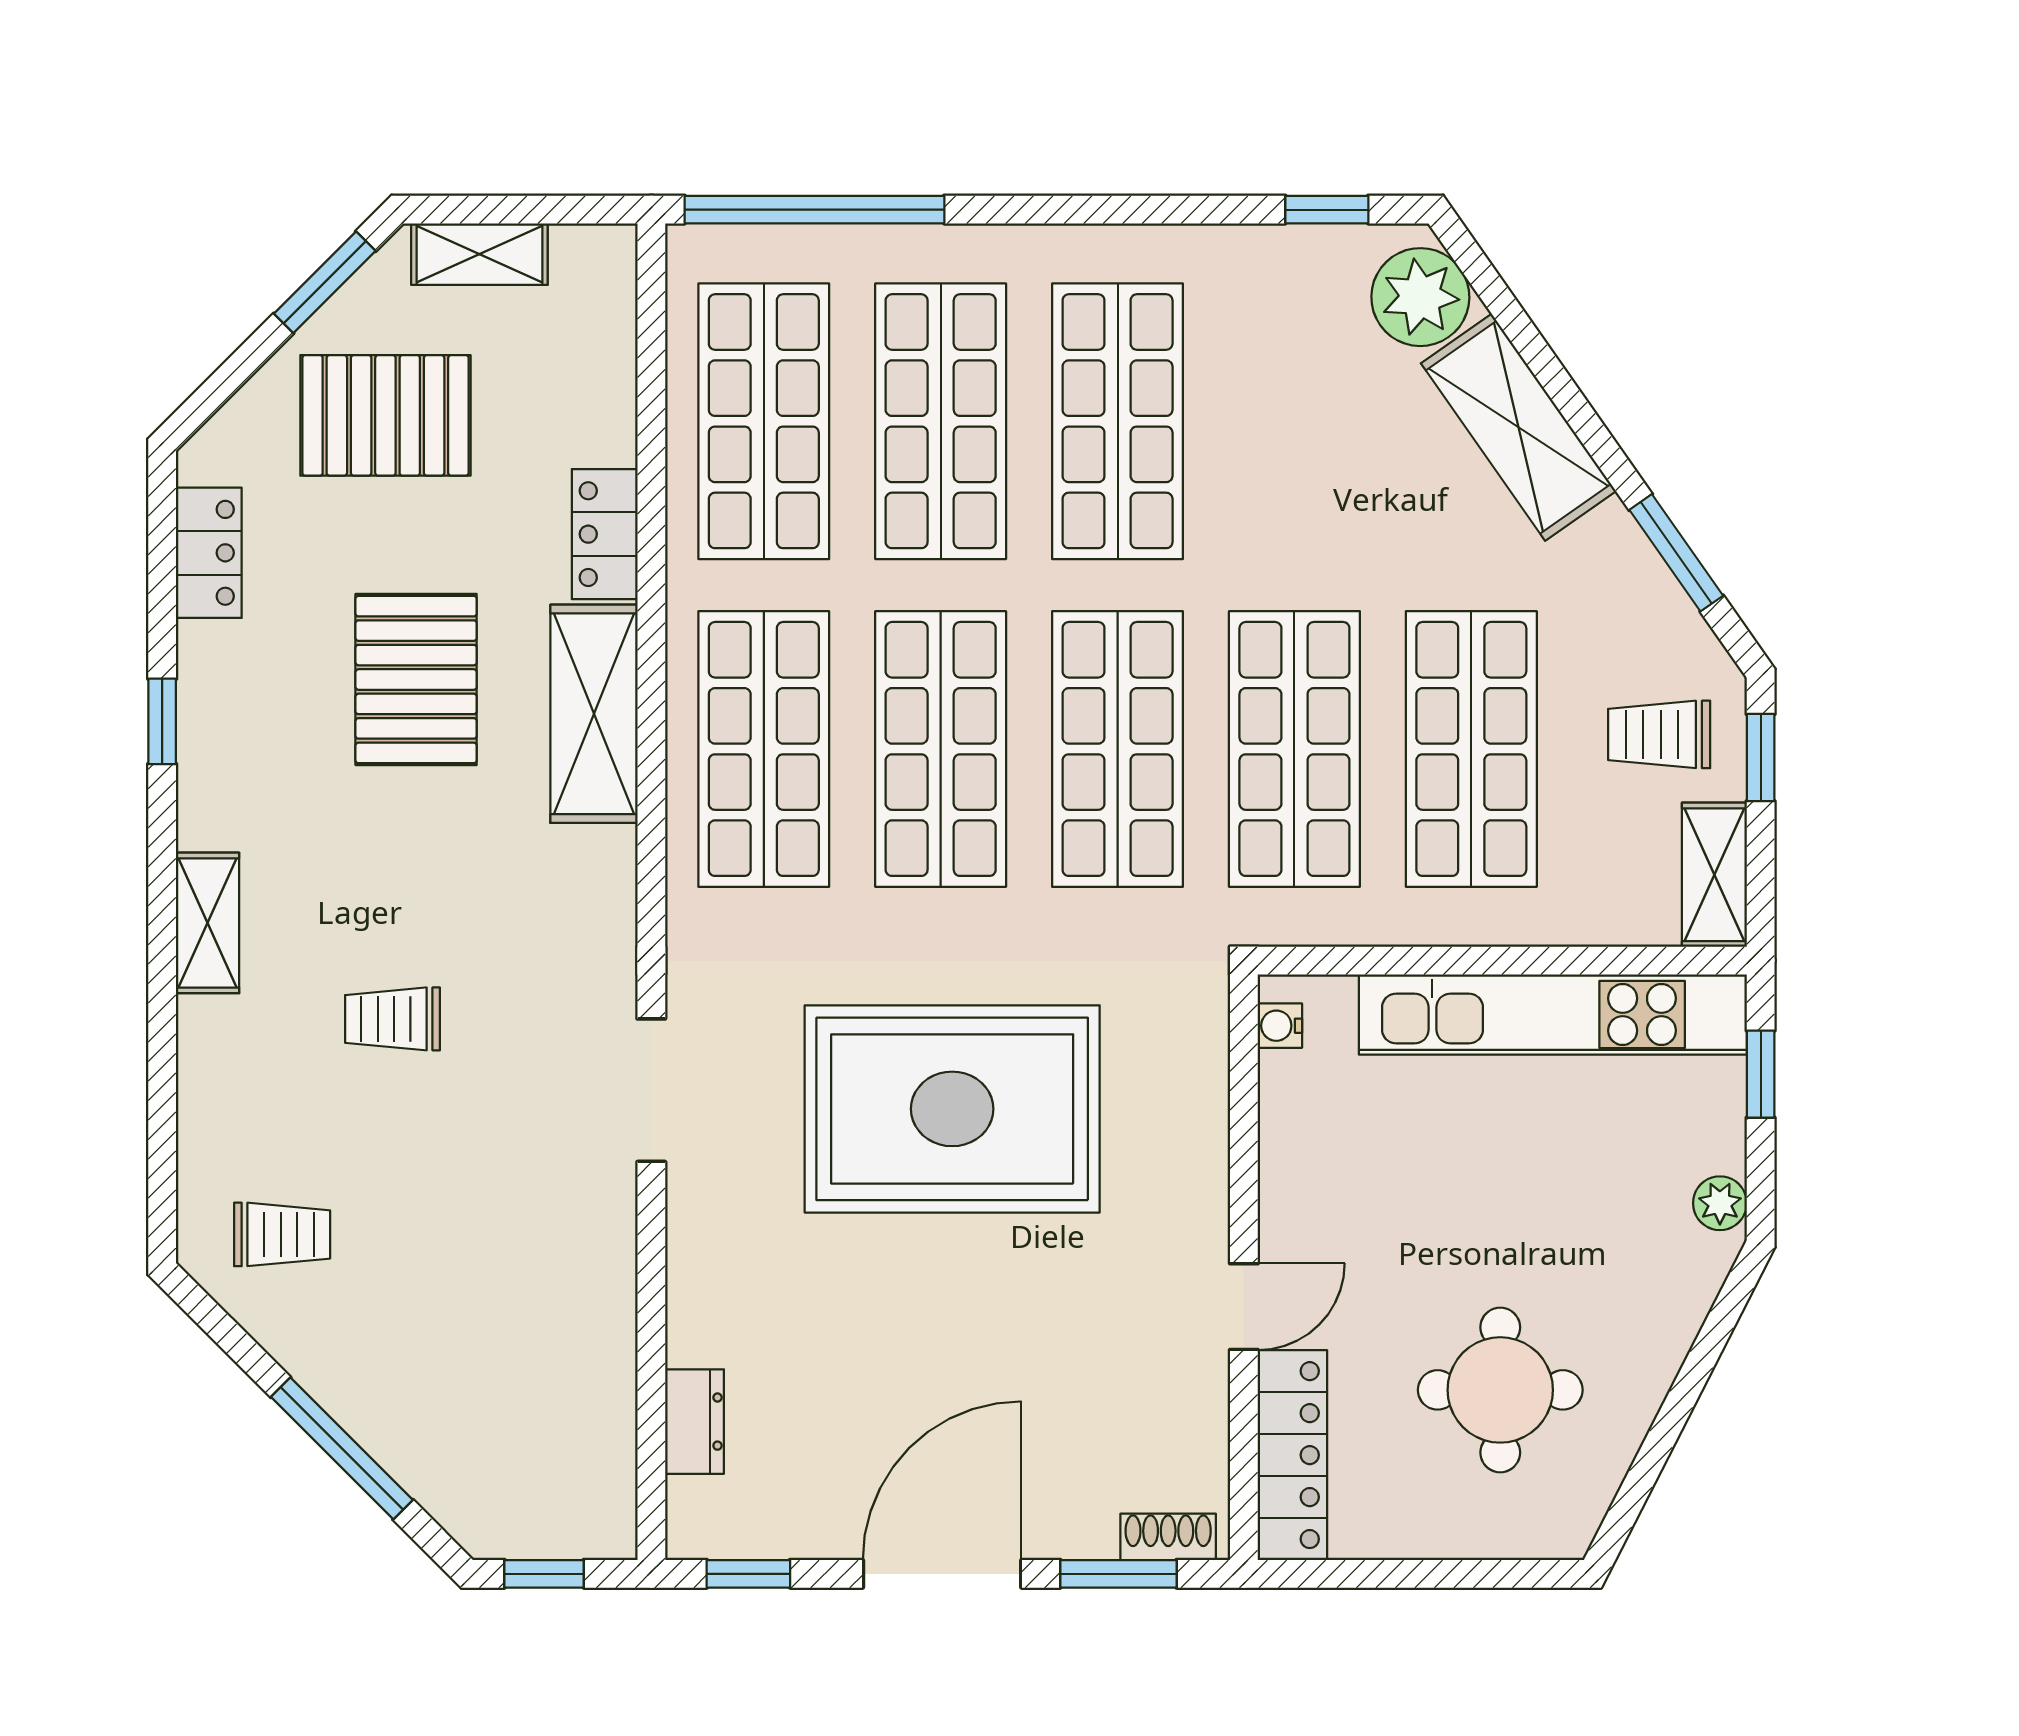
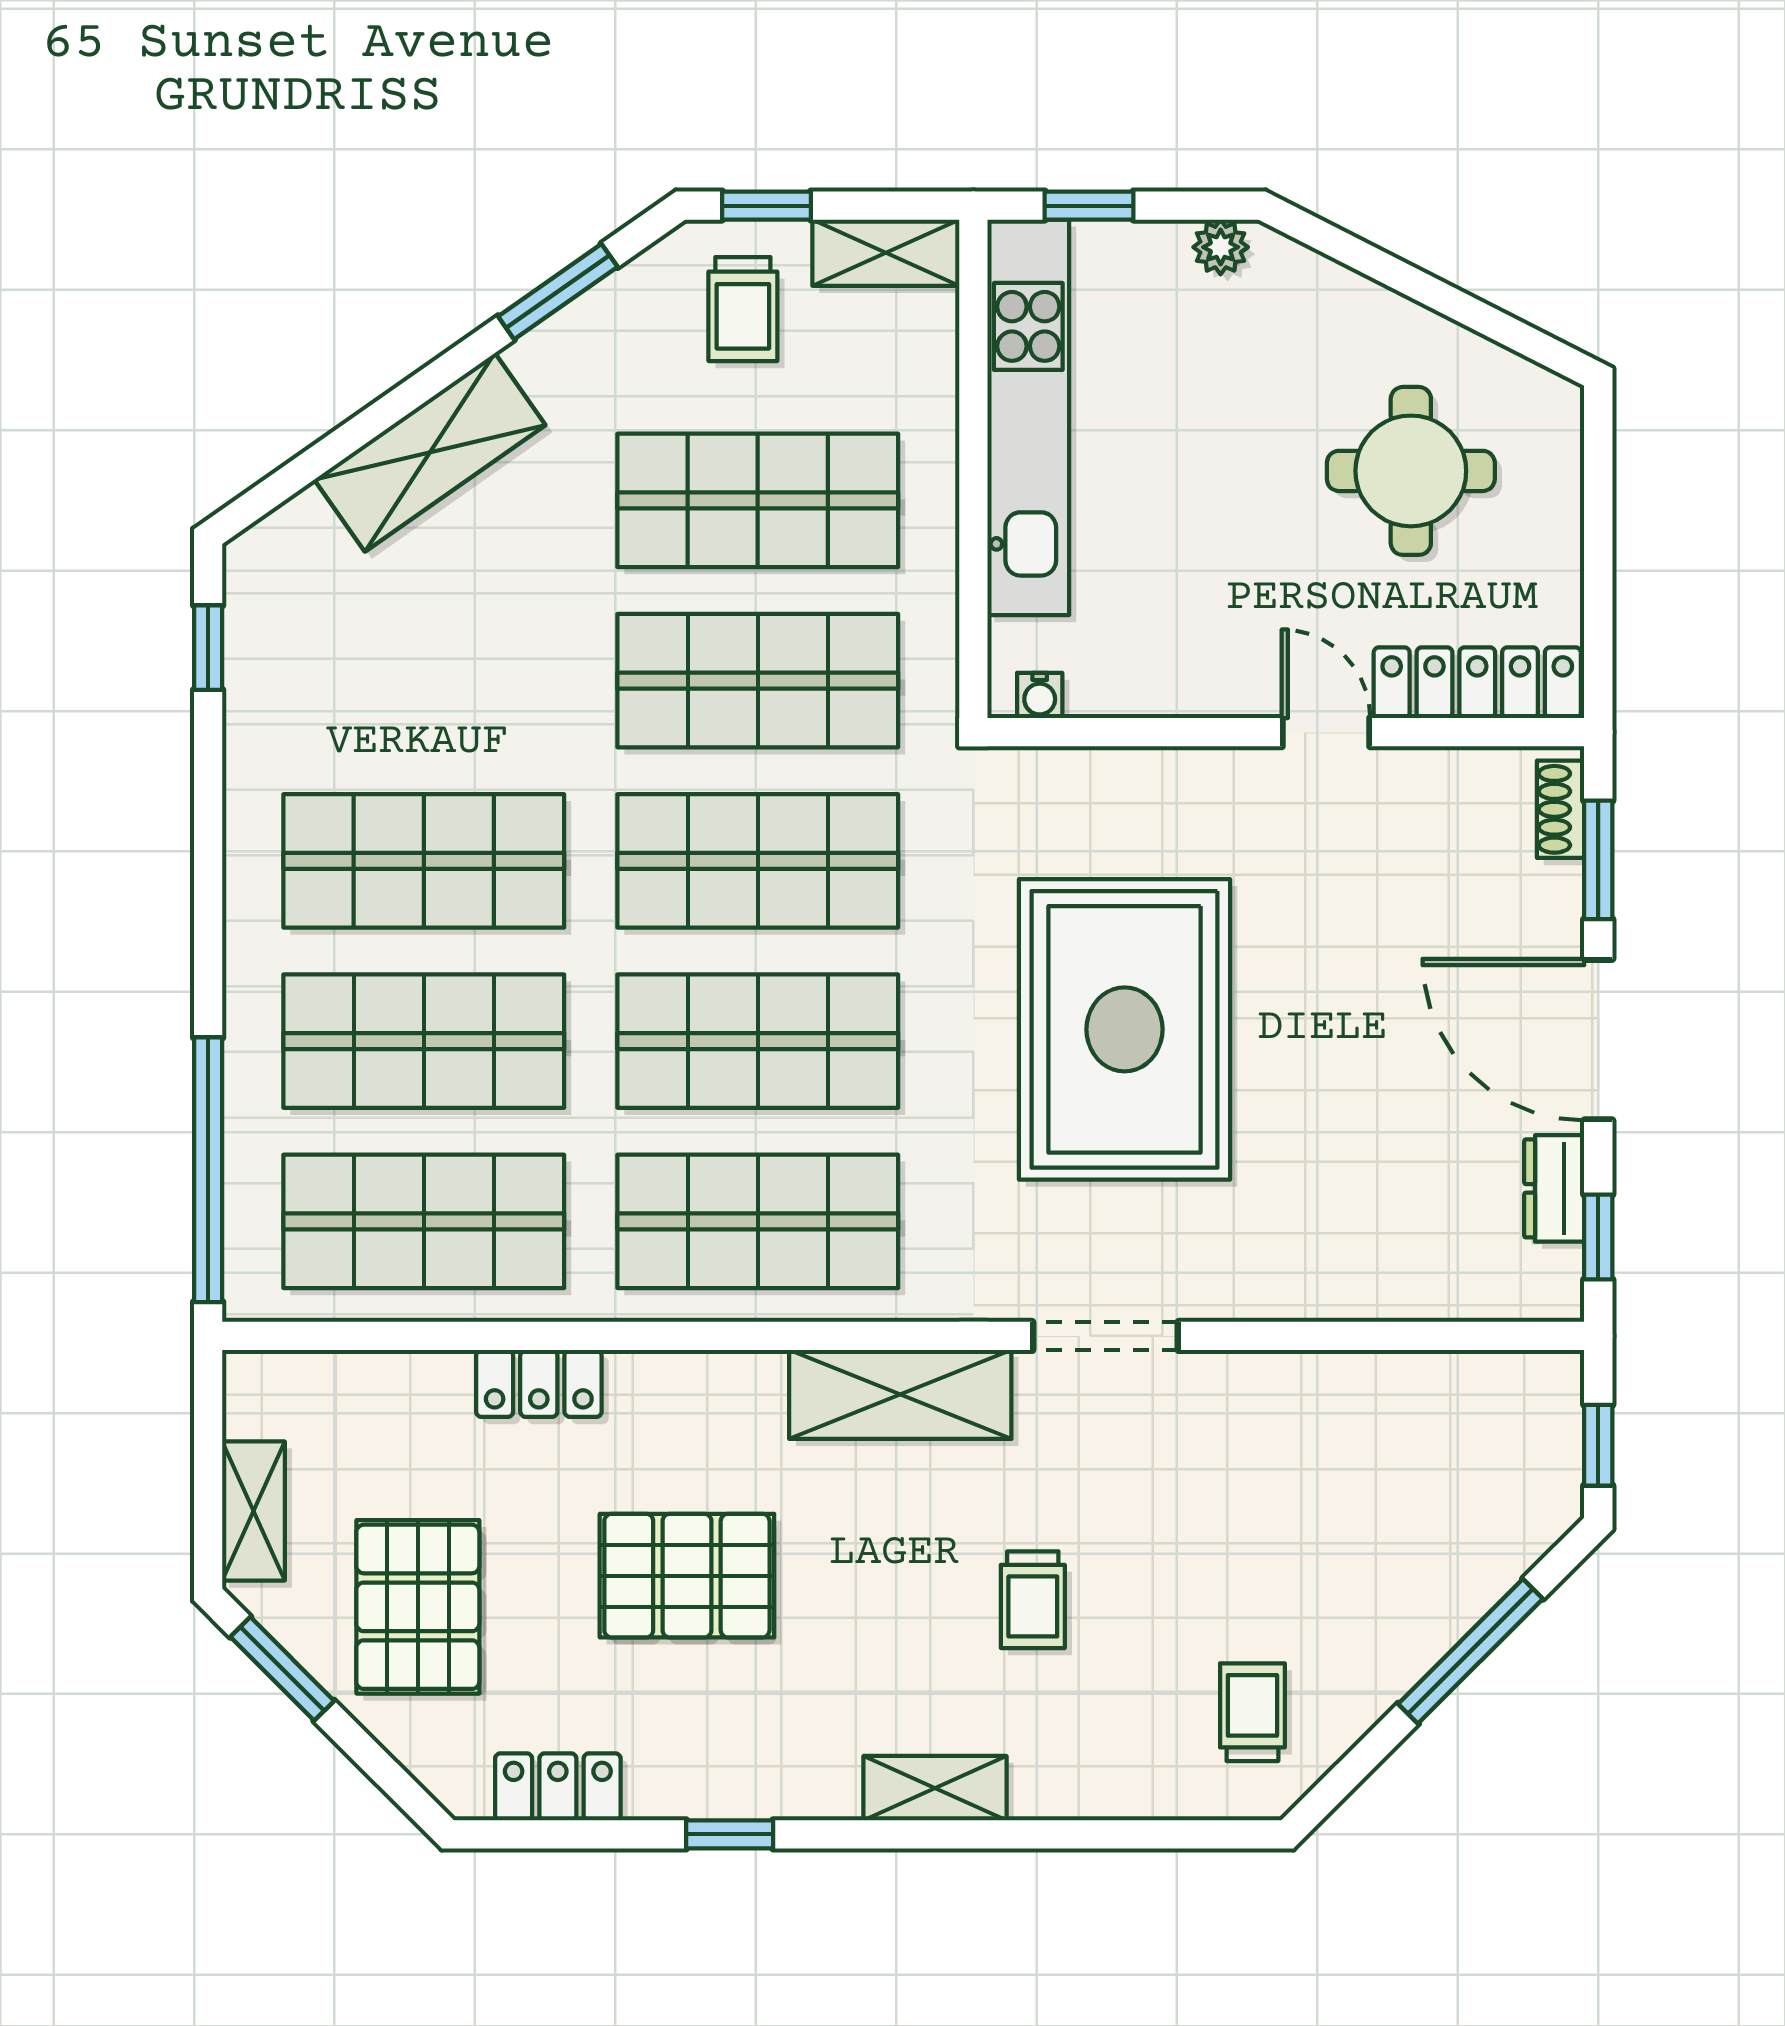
plant: (1420, 297) -> (297, 552), removed
shelving: (594, 714) -> (900, 1394), moved
dresser: (695, 1422) -> (1554, 1188), moved, turned -90

